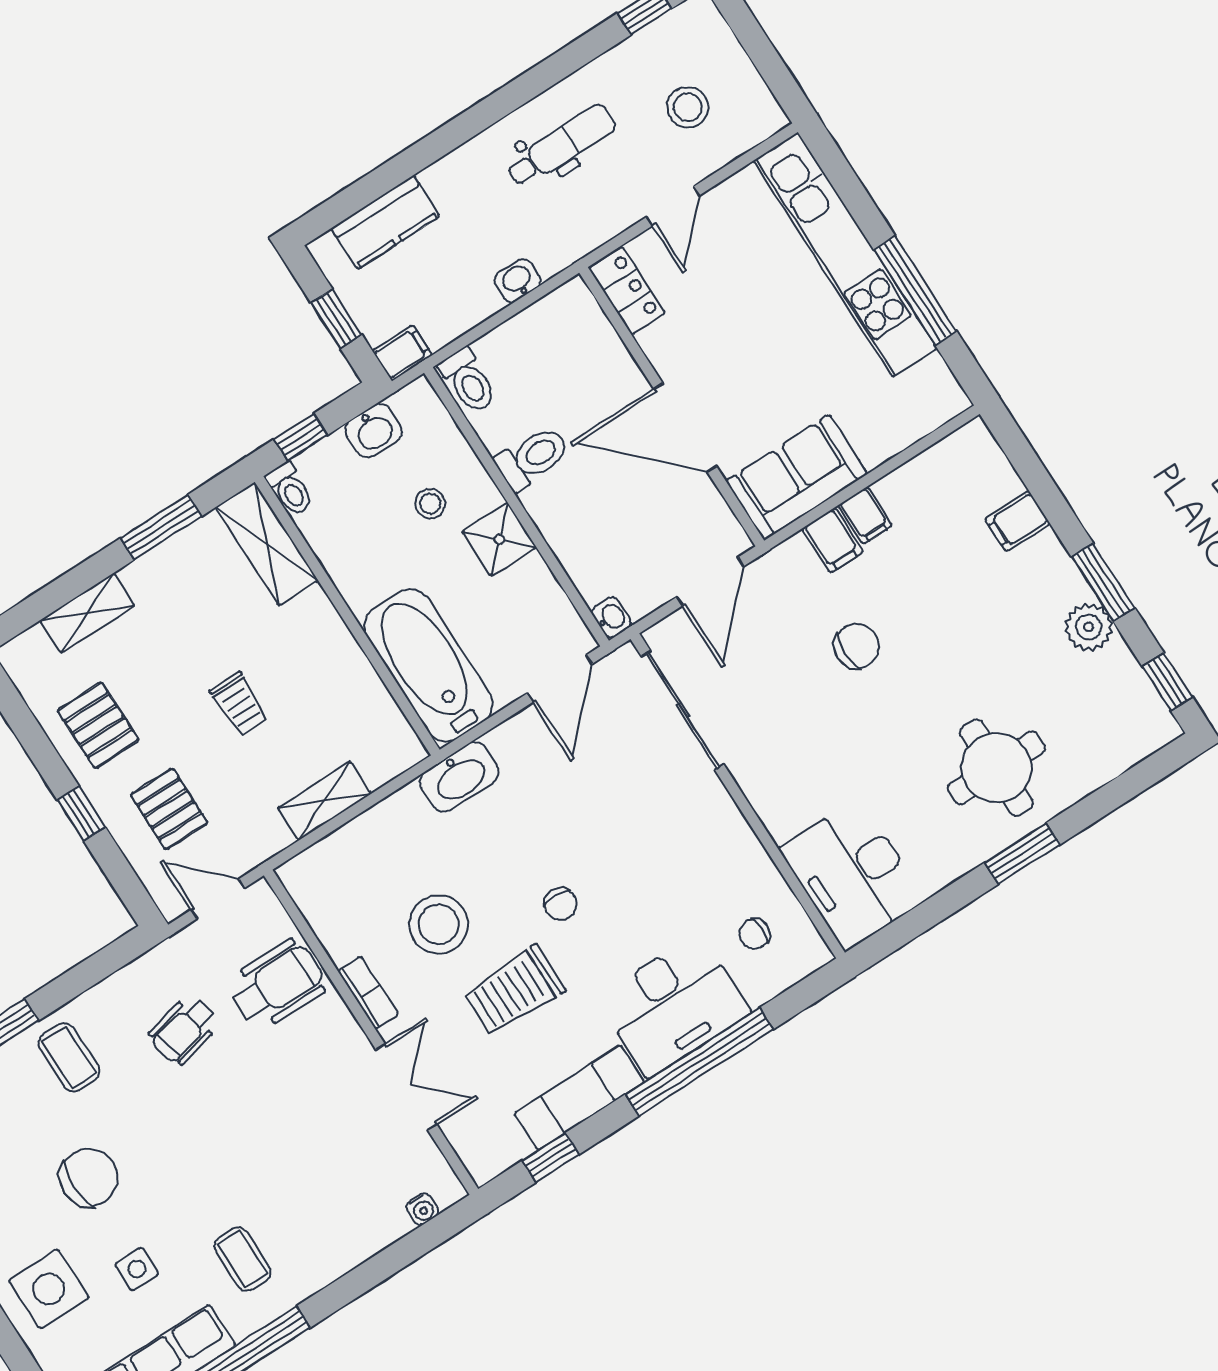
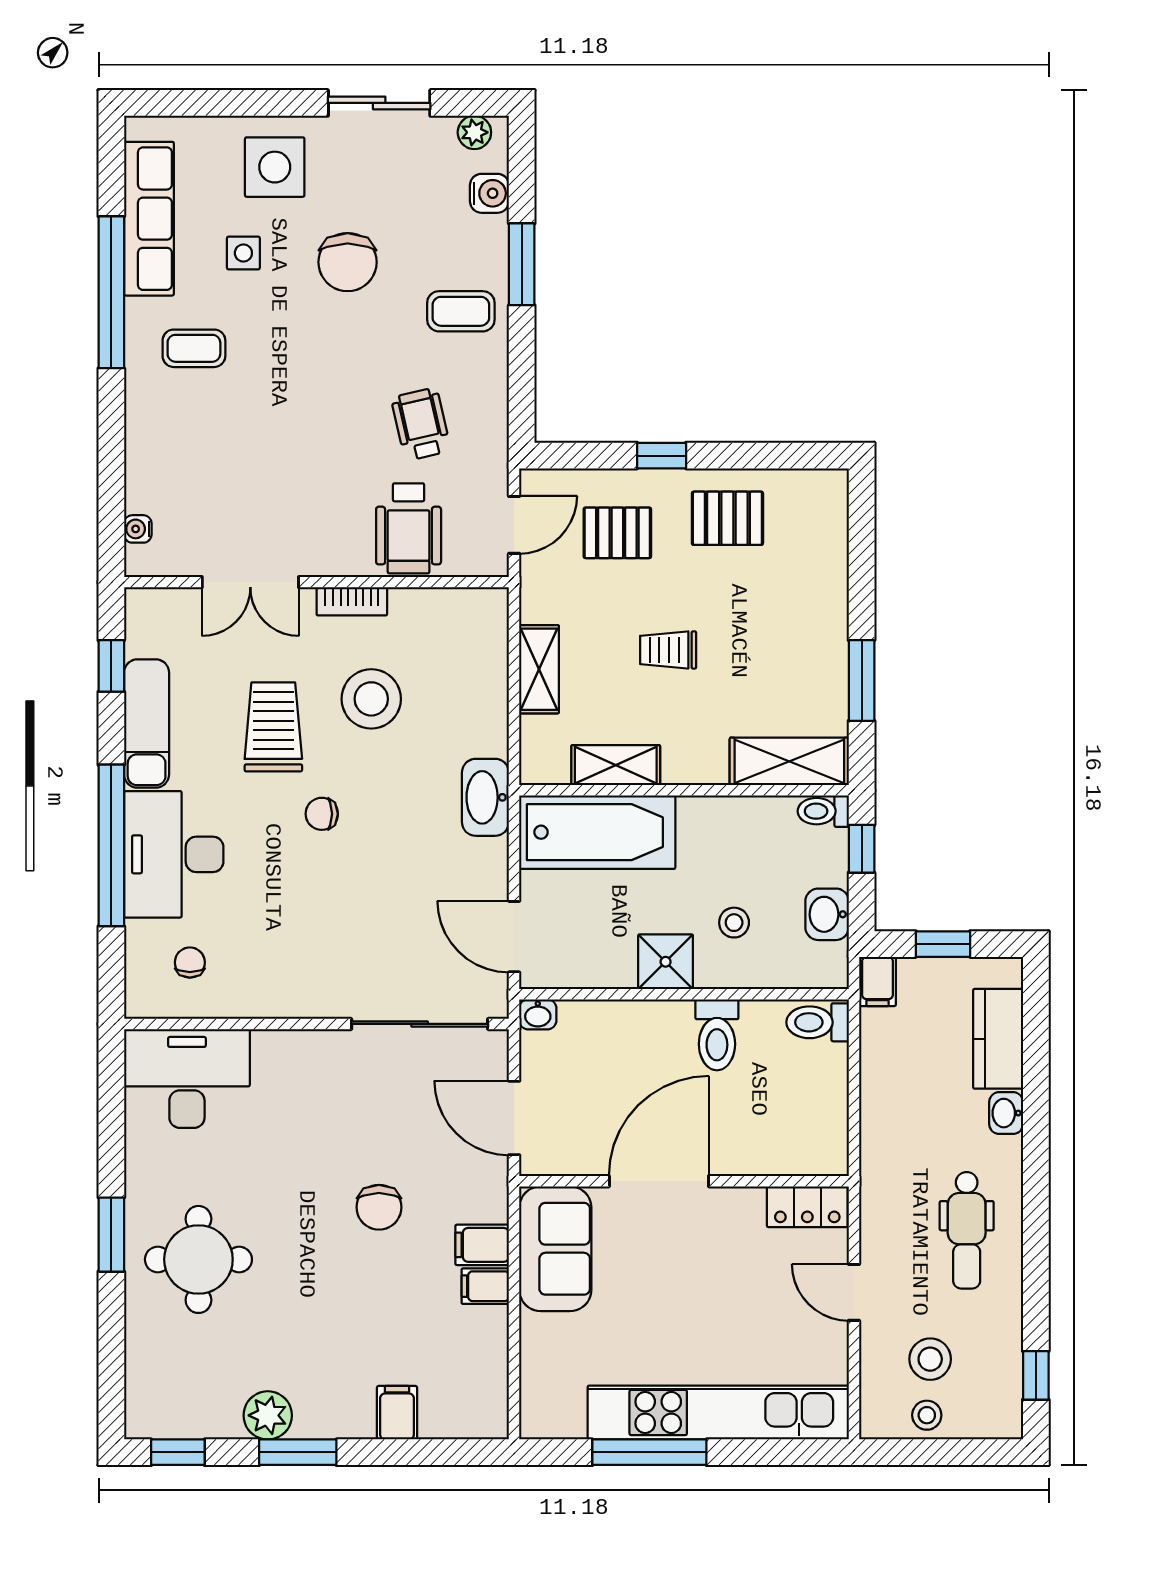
stool: (736, 80) -> (927, 1415), added
washbasin: (517, 281) -> (1006, 1113), moved, turned 180
shelving: (87, 613) -> (616, 765), moved, turned 90

